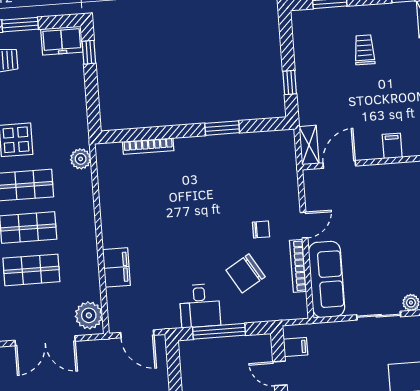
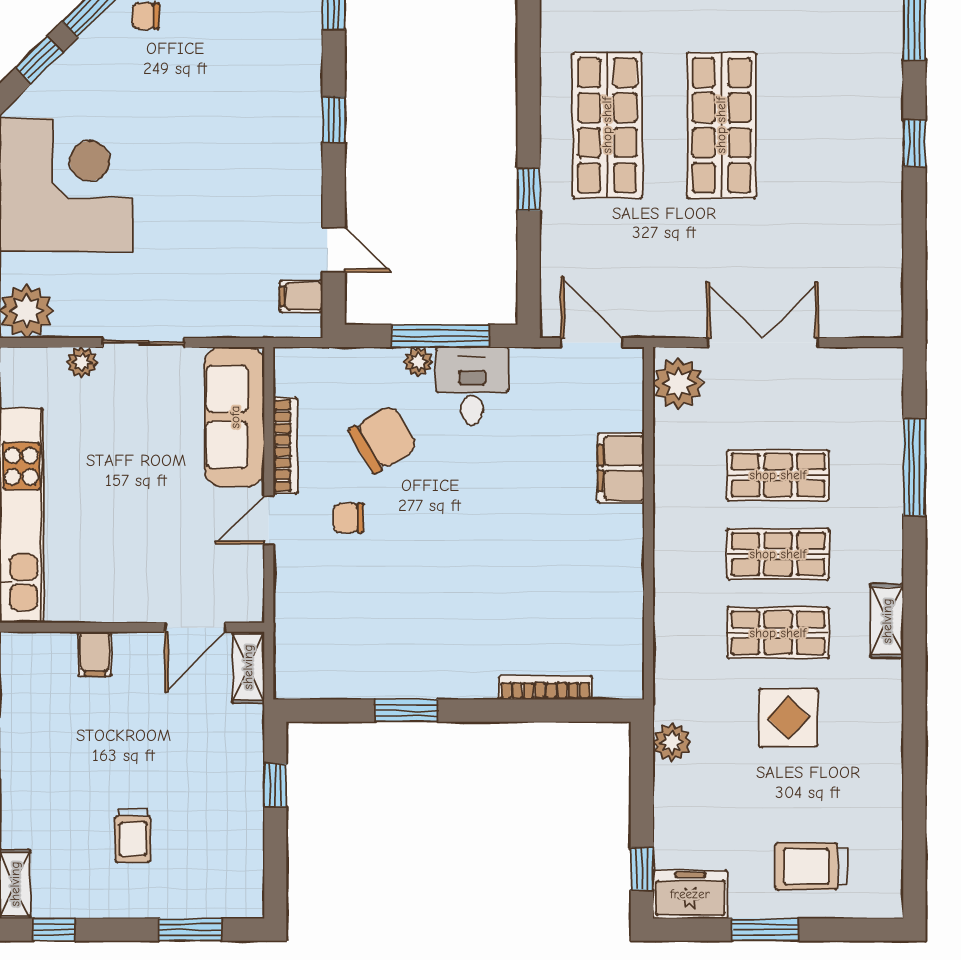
plant: (81, 159) -> (672, 742), moved
plant: (230, 317) -> (418, 362), added

